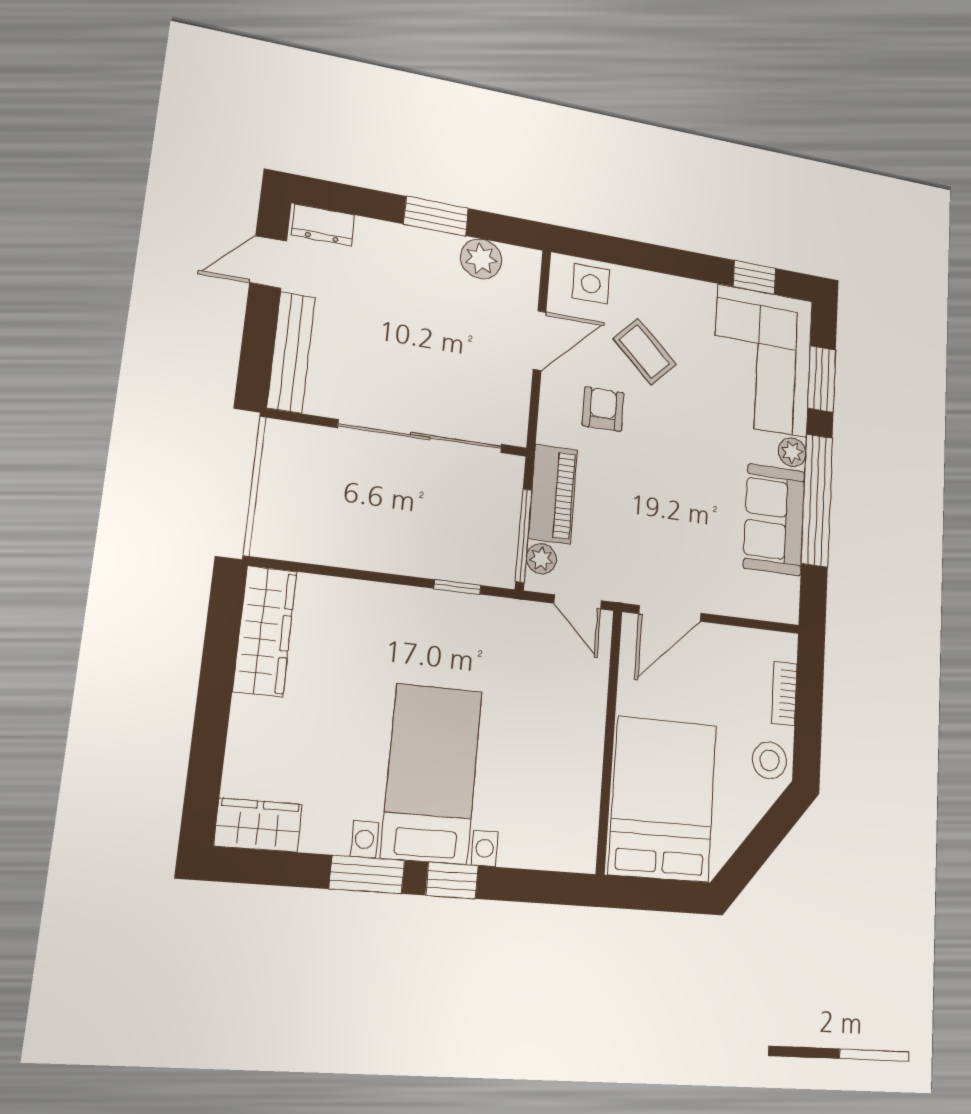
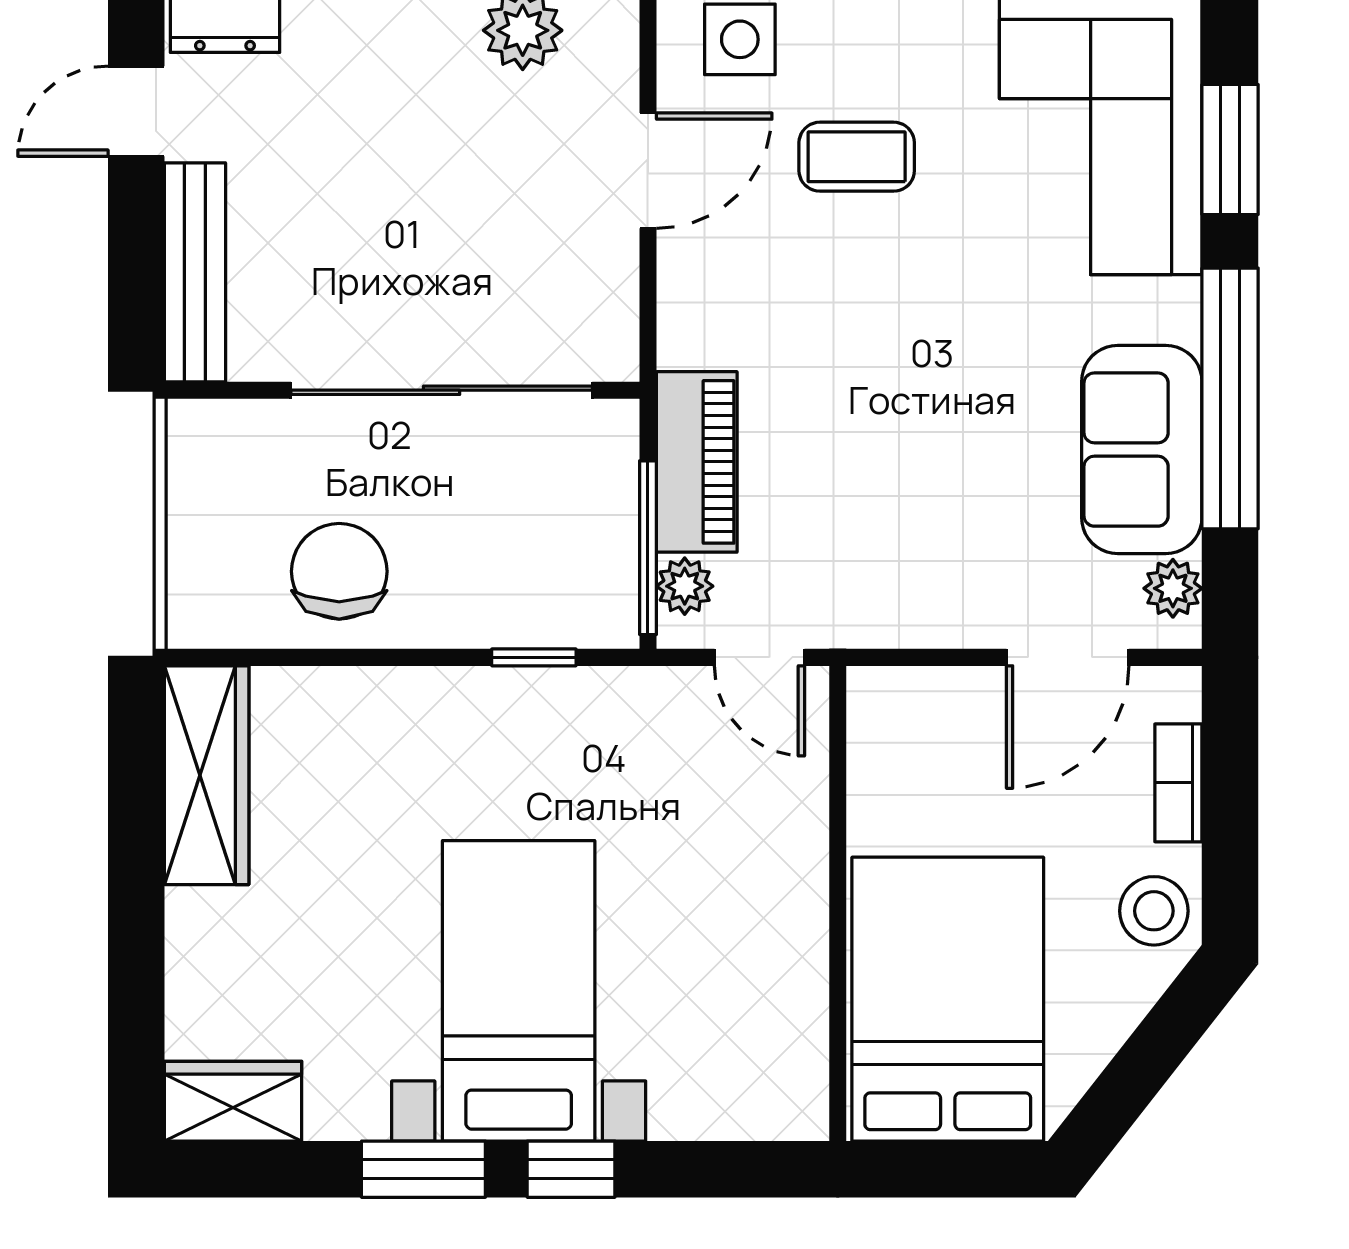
coffee table: (645, 352) -> (857, 157), turned -44
armchair: (603, 409) -> (782, 284), removed
plant: (792, 452) -> (1173, 588), moved
chair: (354, 526) -> (339, 571), added
door: (670, 613) -> (1068, 657), moved

